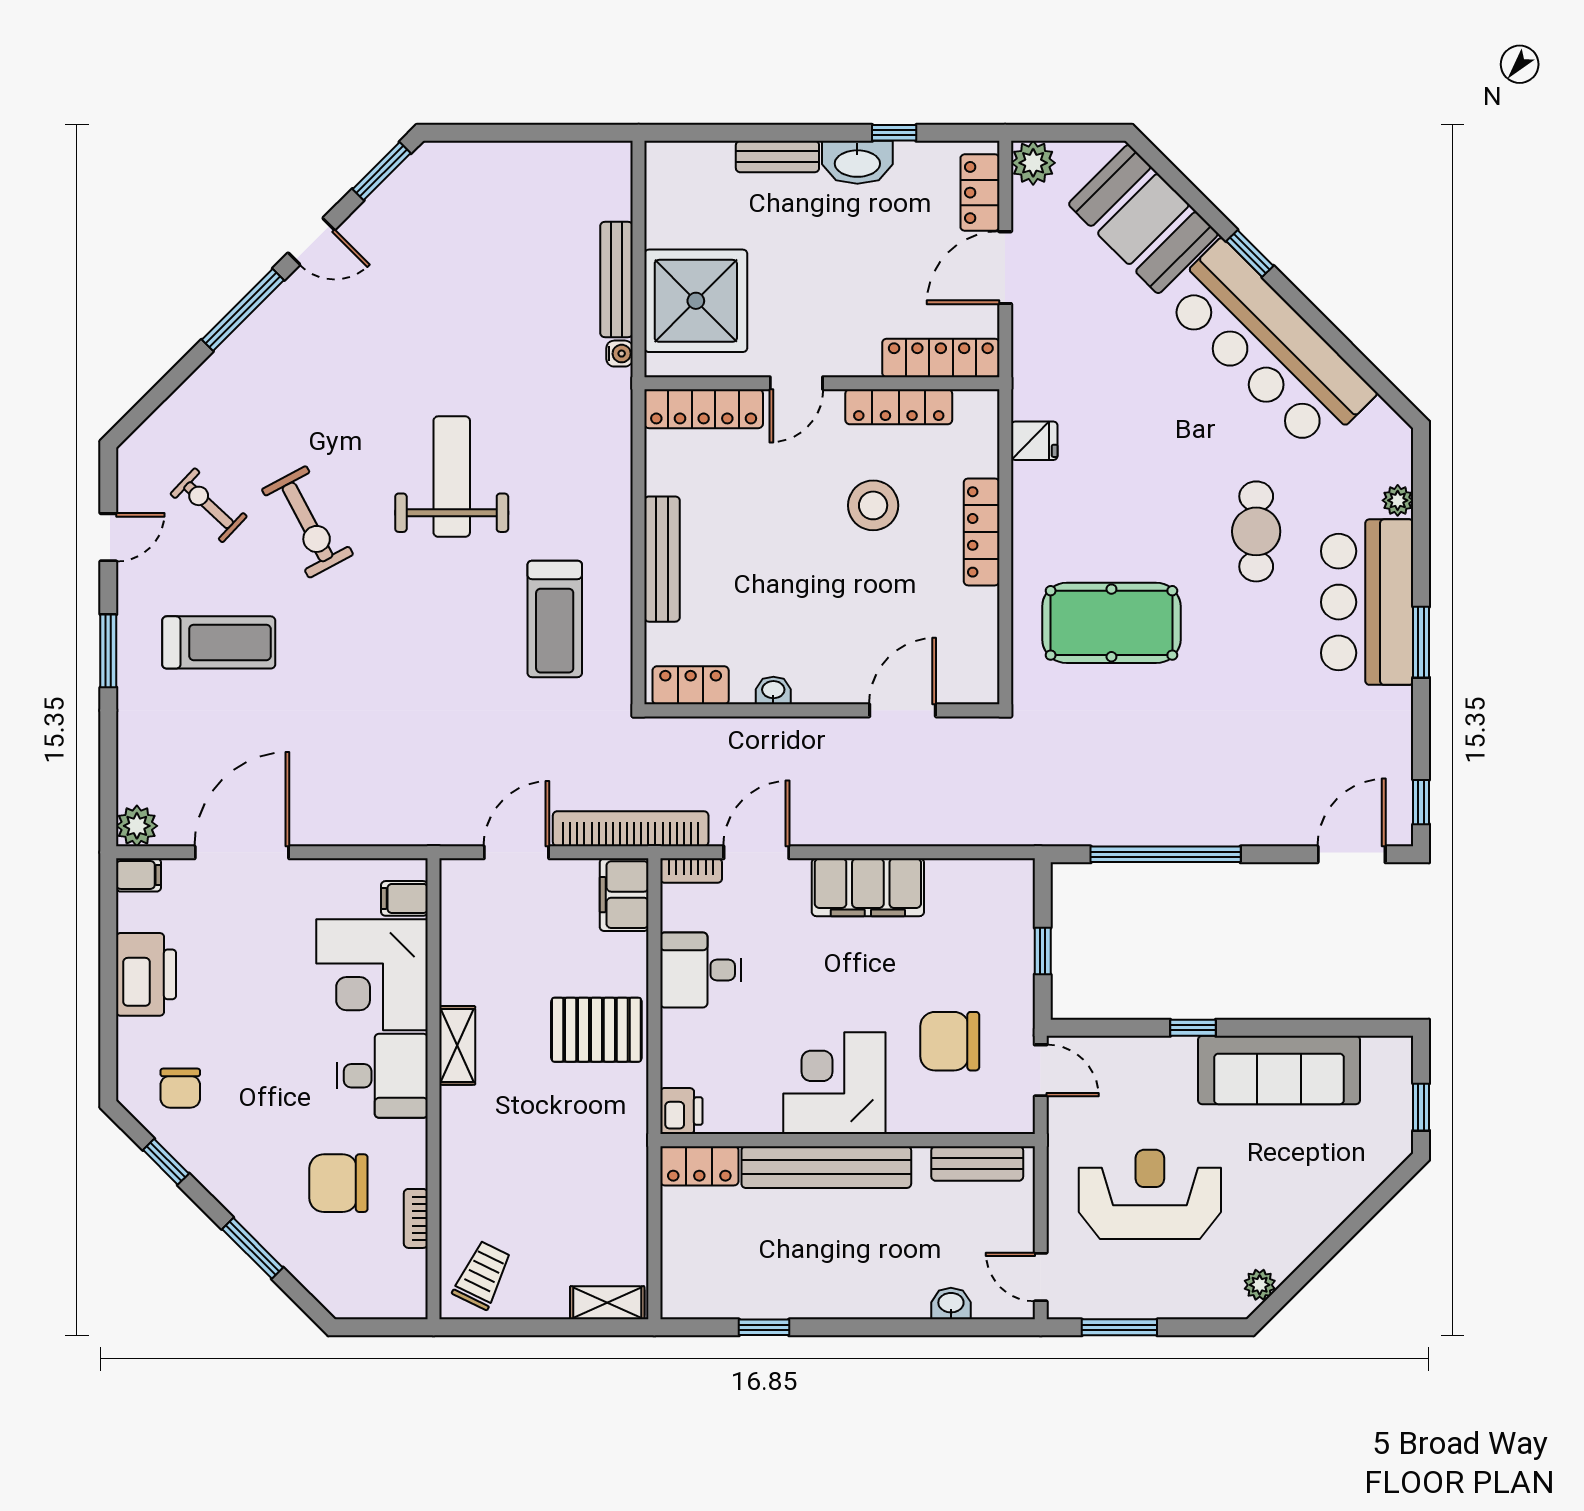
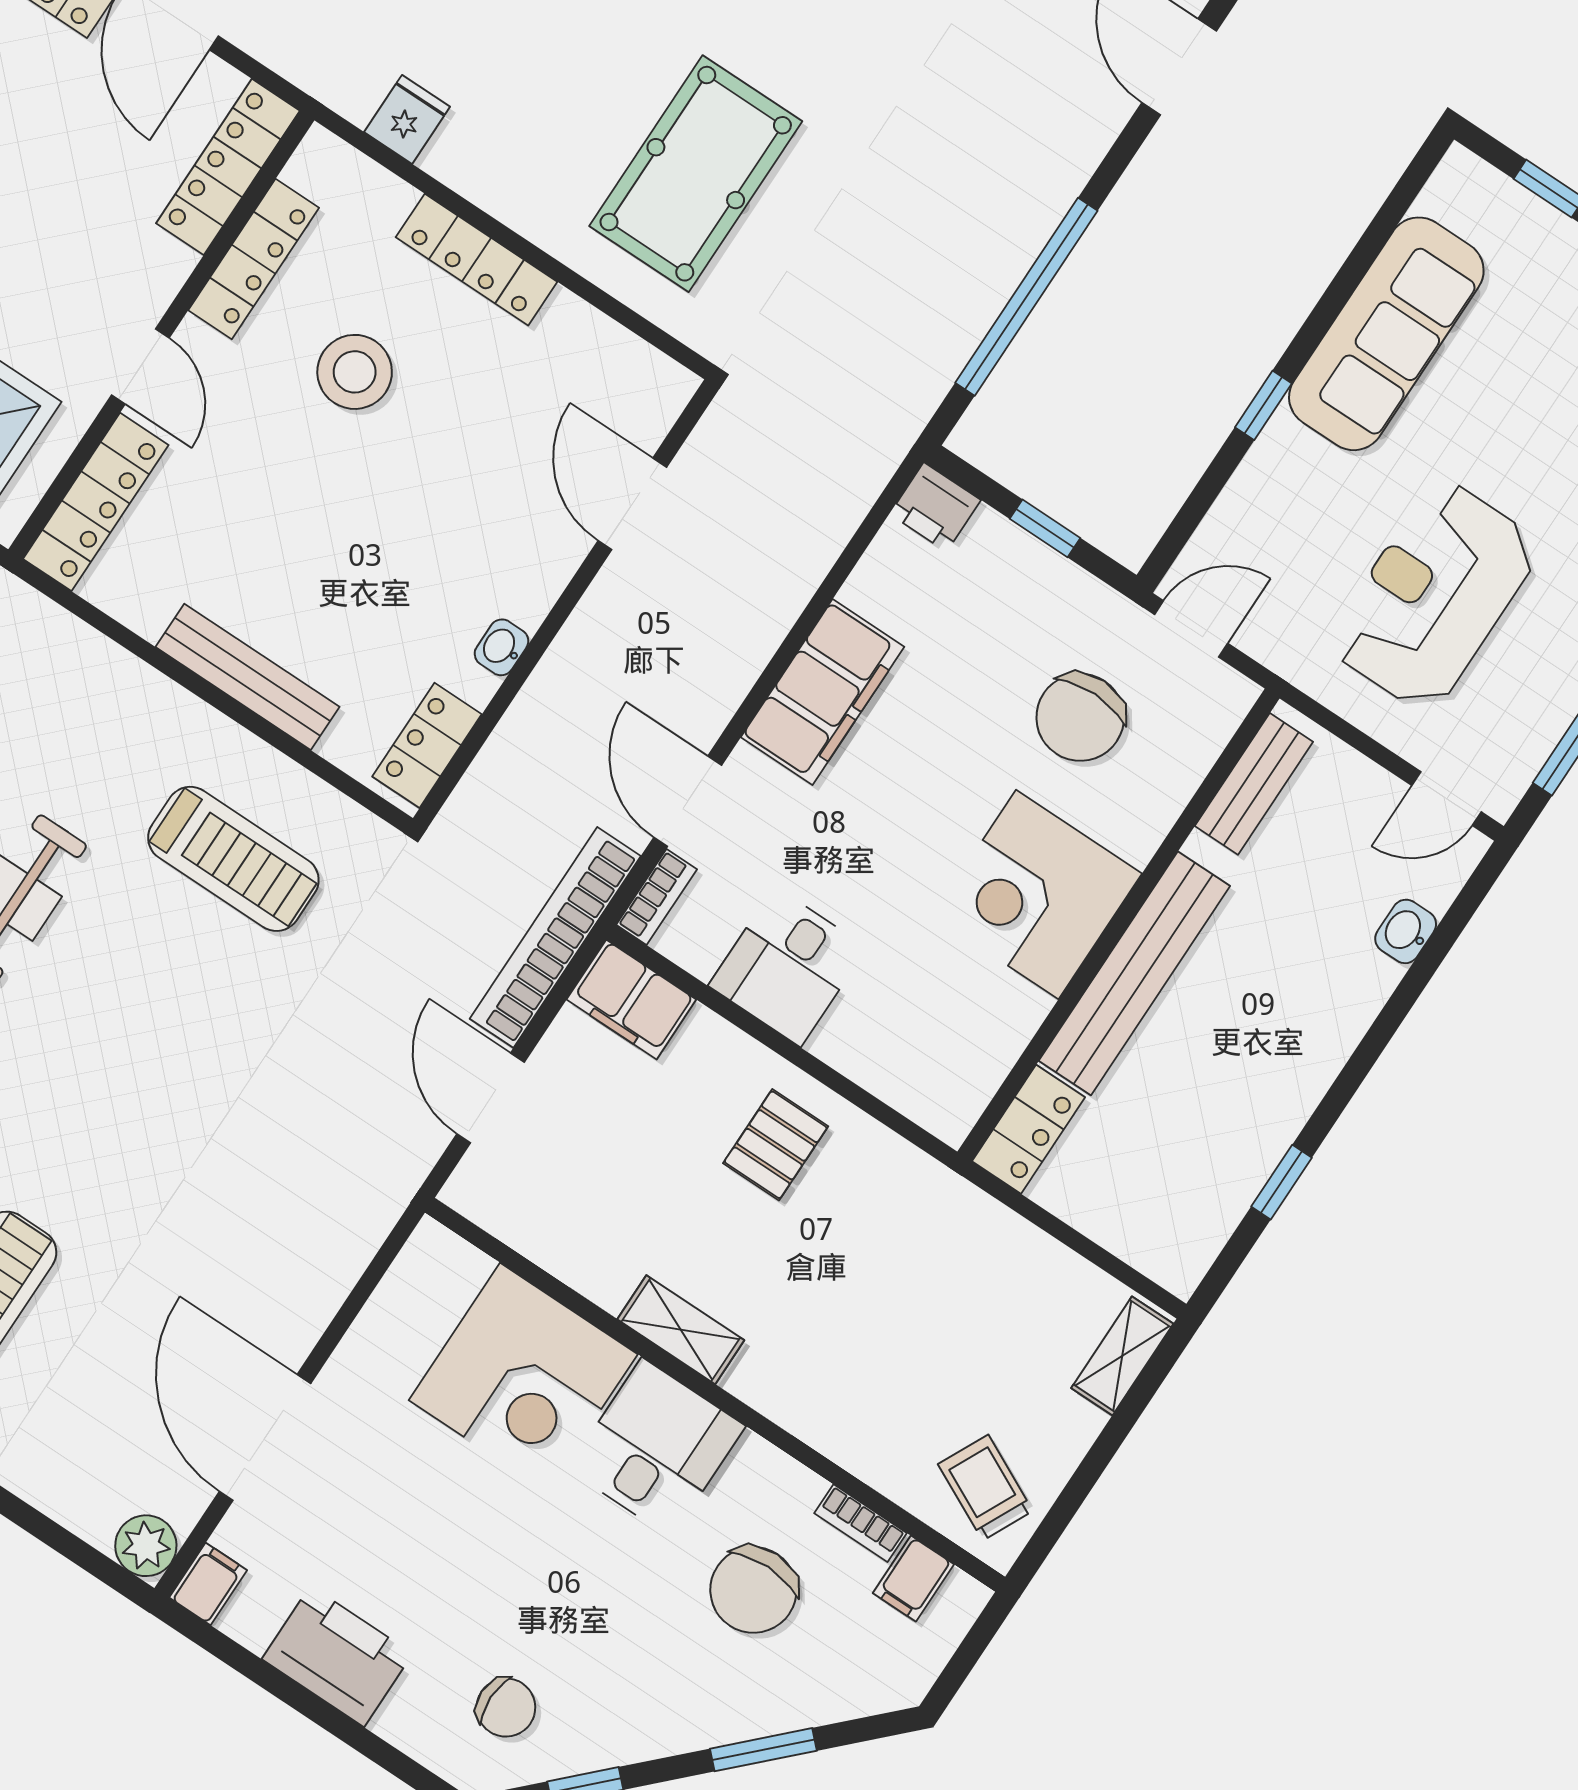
filing cabinet: (404, 898) -> (913, 1579), moved
pallet: (596, 1030) -> (776, 1145), width x0.67, depth x0.71
printer: (681, 1111) -> (935, 507), moved, turned 180

